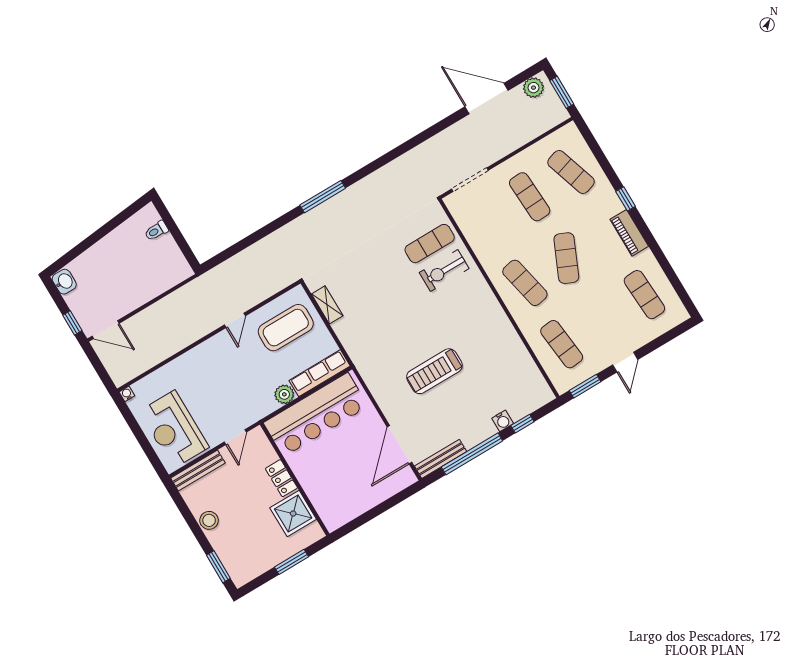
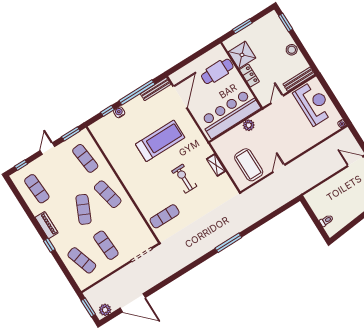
exercise bike: (444, 271) -> (184, 179), moved, turned -90
shelving: (327, 305) -> (216, 165), moved
coffee table: (286, 328) -> (249, 165), turned 90
window: (670, 335) -> (21, 165), added
treadmill: (434, 371) -> (160, 141), width x1.37, depth x1.37
row of seats: (320, 373) -> (228, 138), removed
cafe table: (335, 487) -> (217, 71), added

